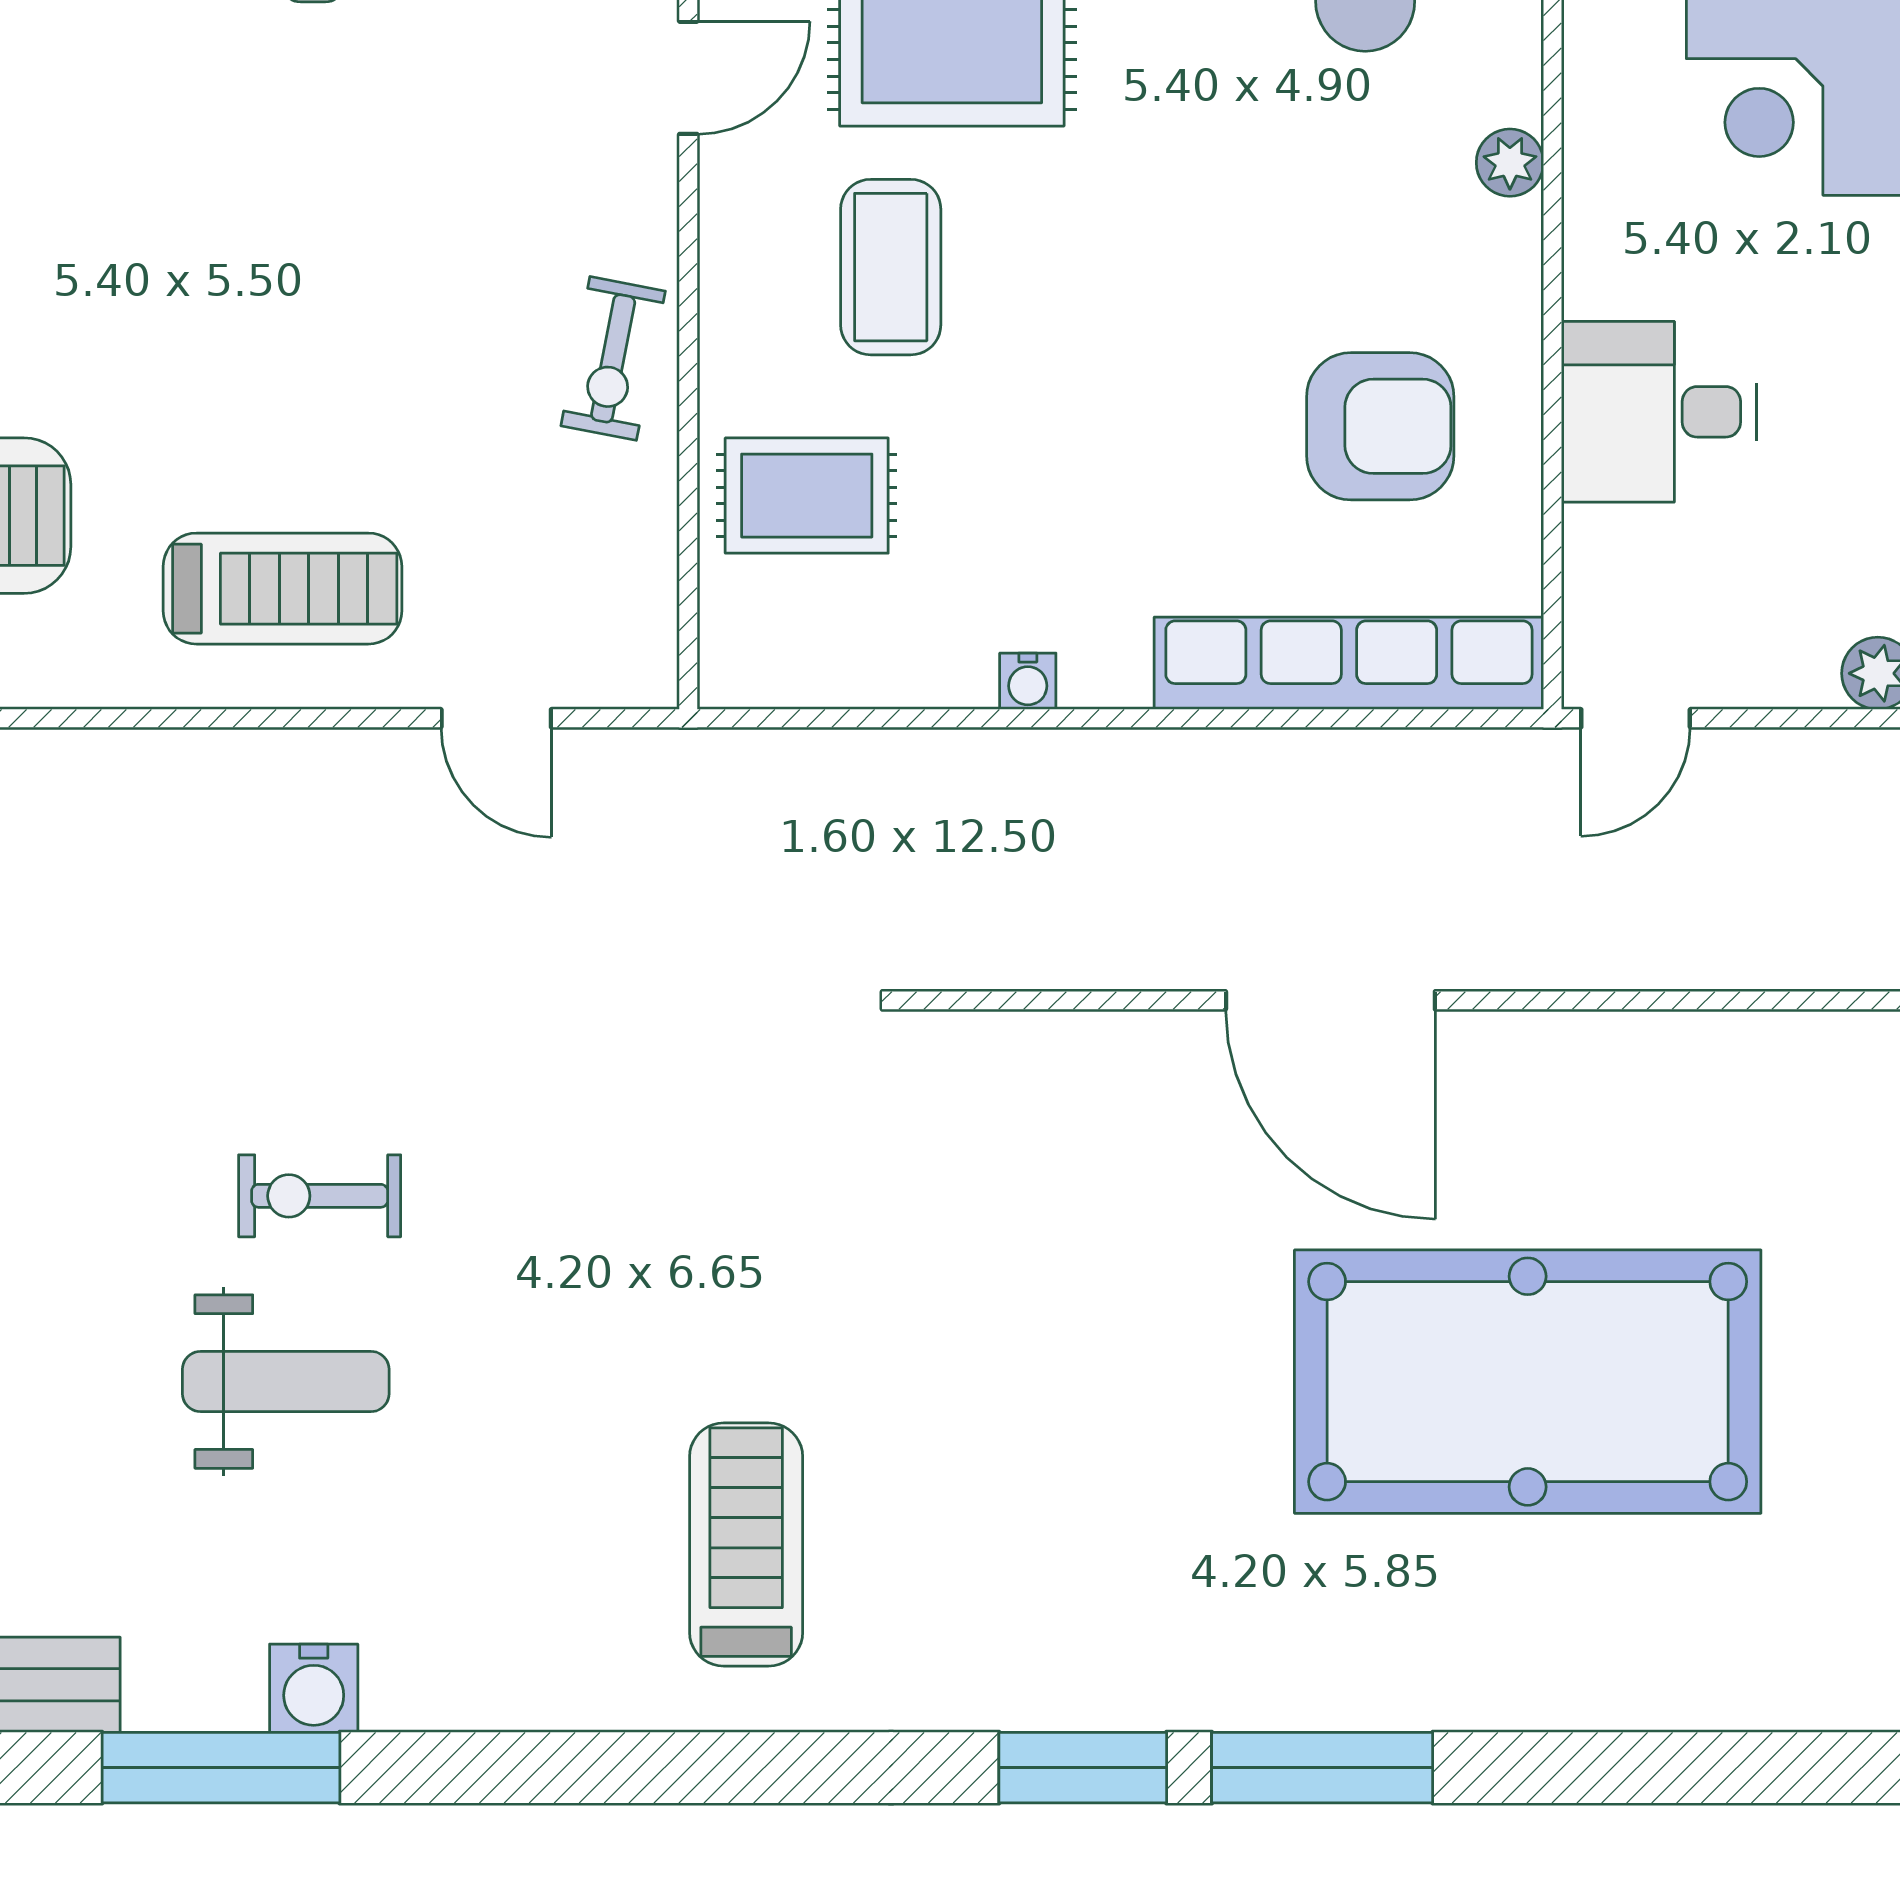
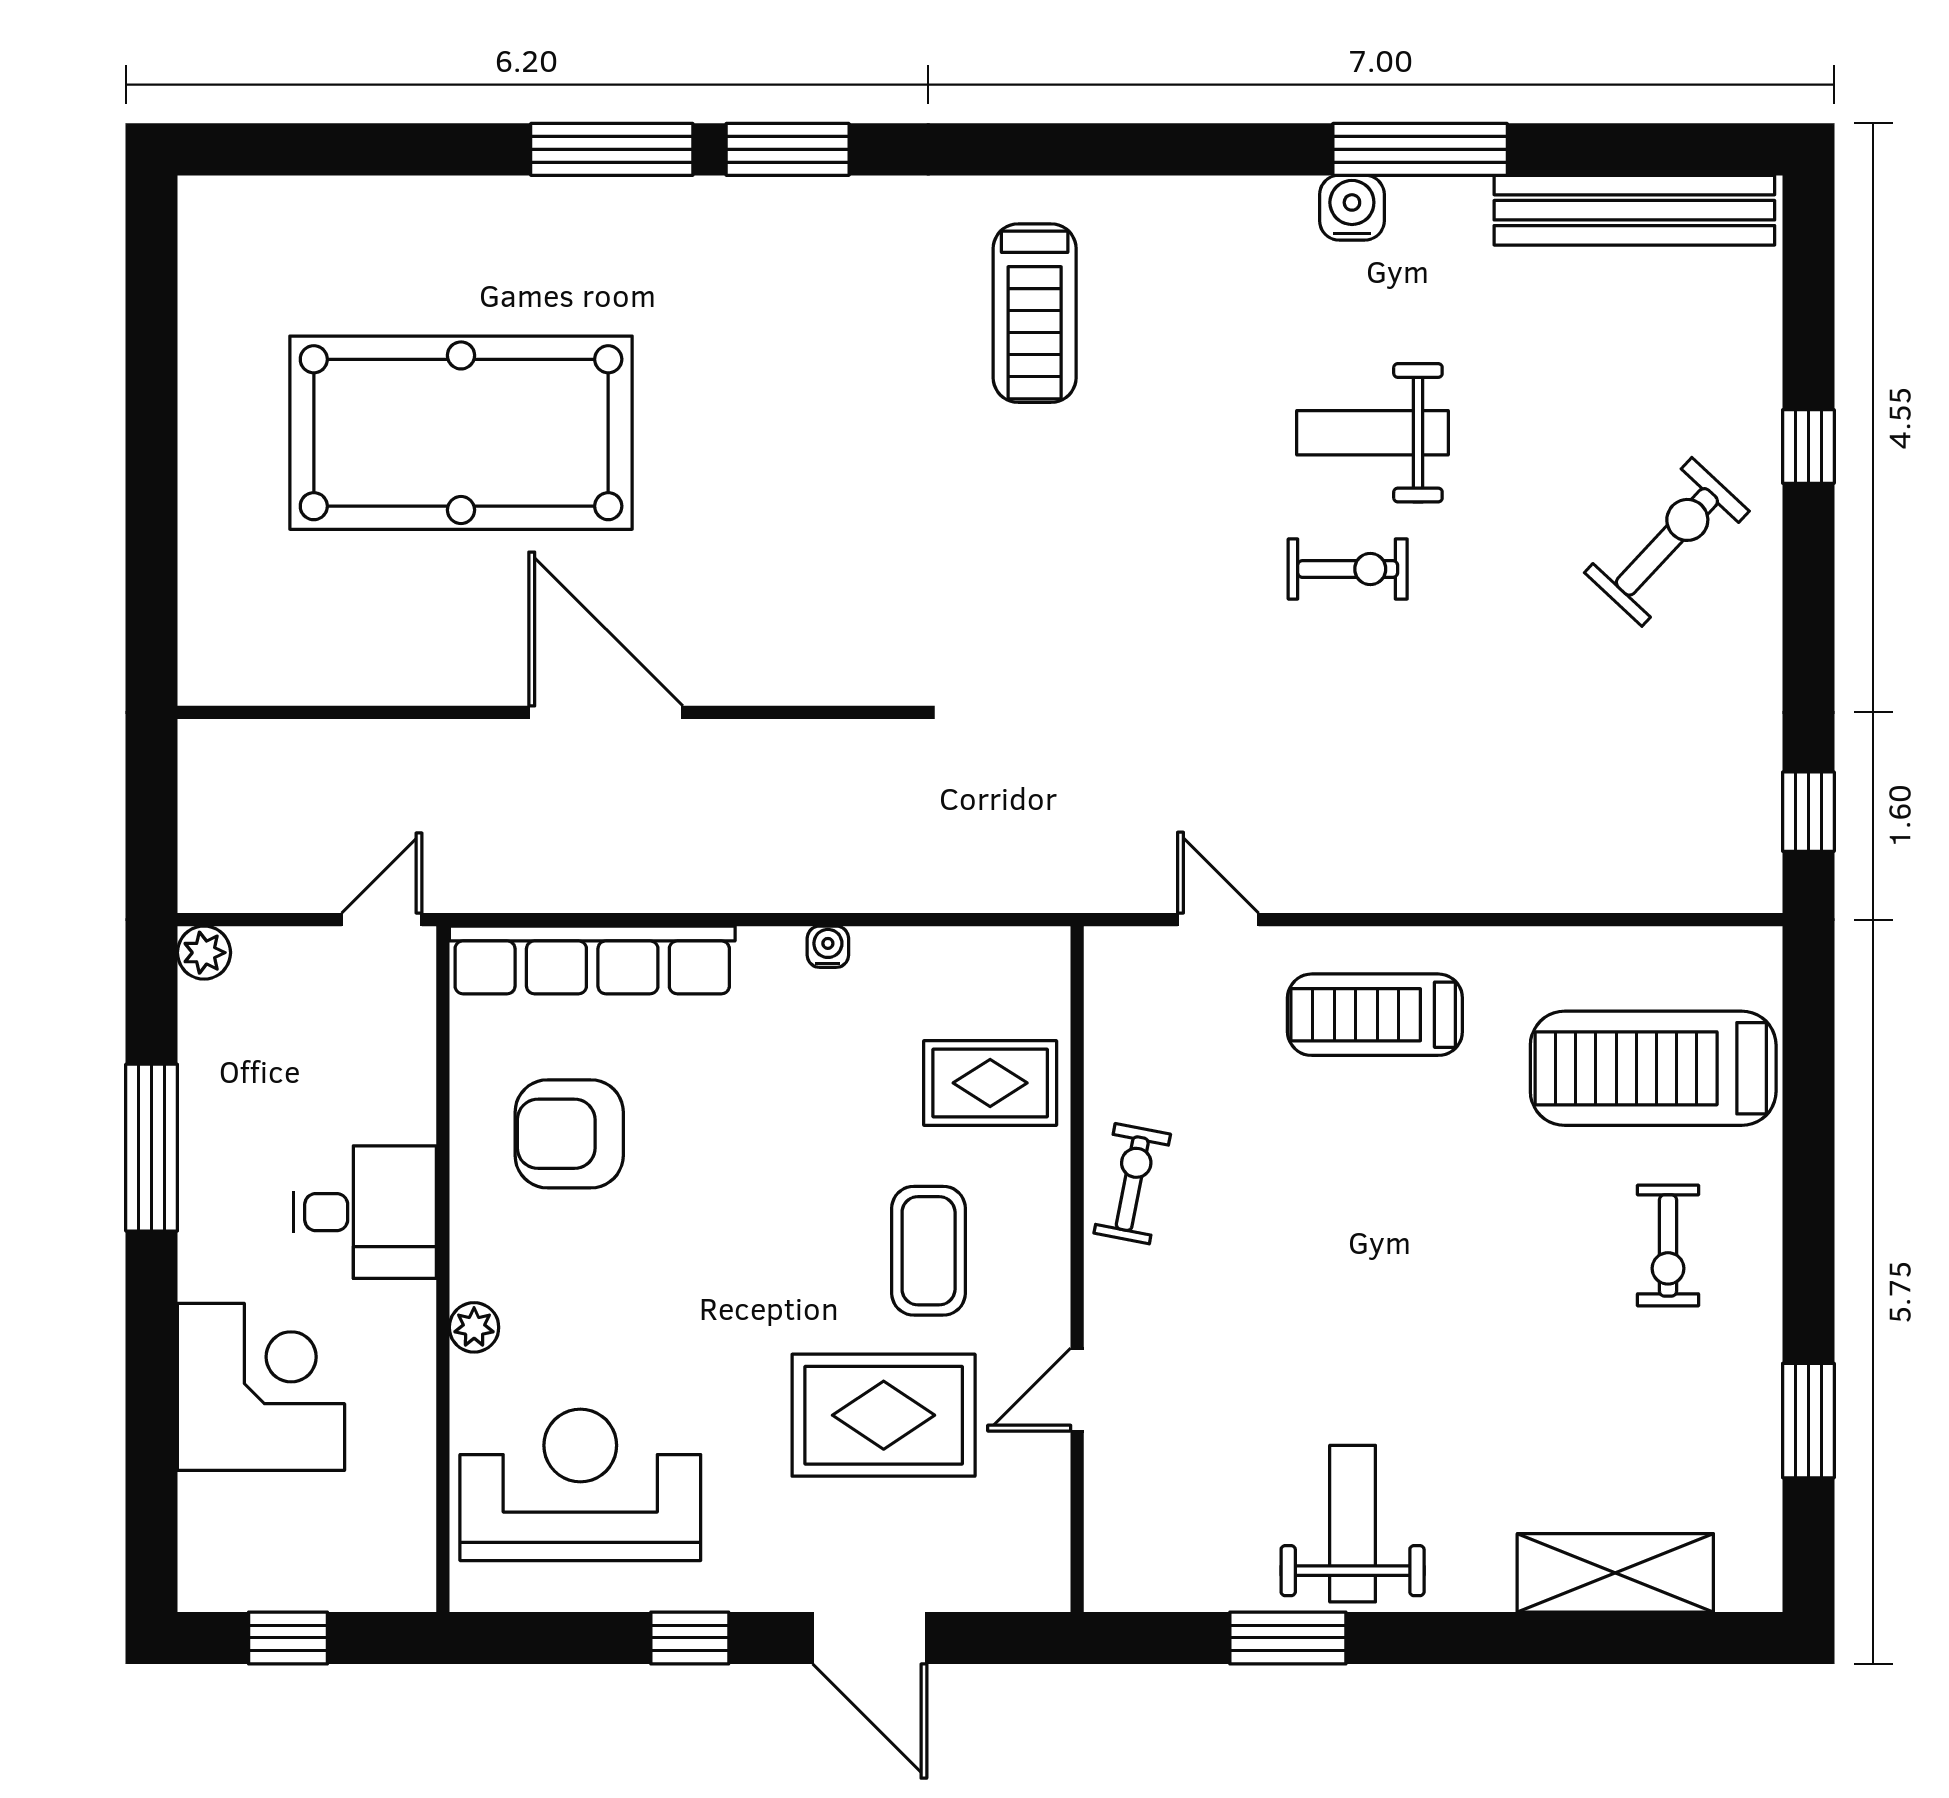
desk: (1659, 412) -> (365, 1212), moved

